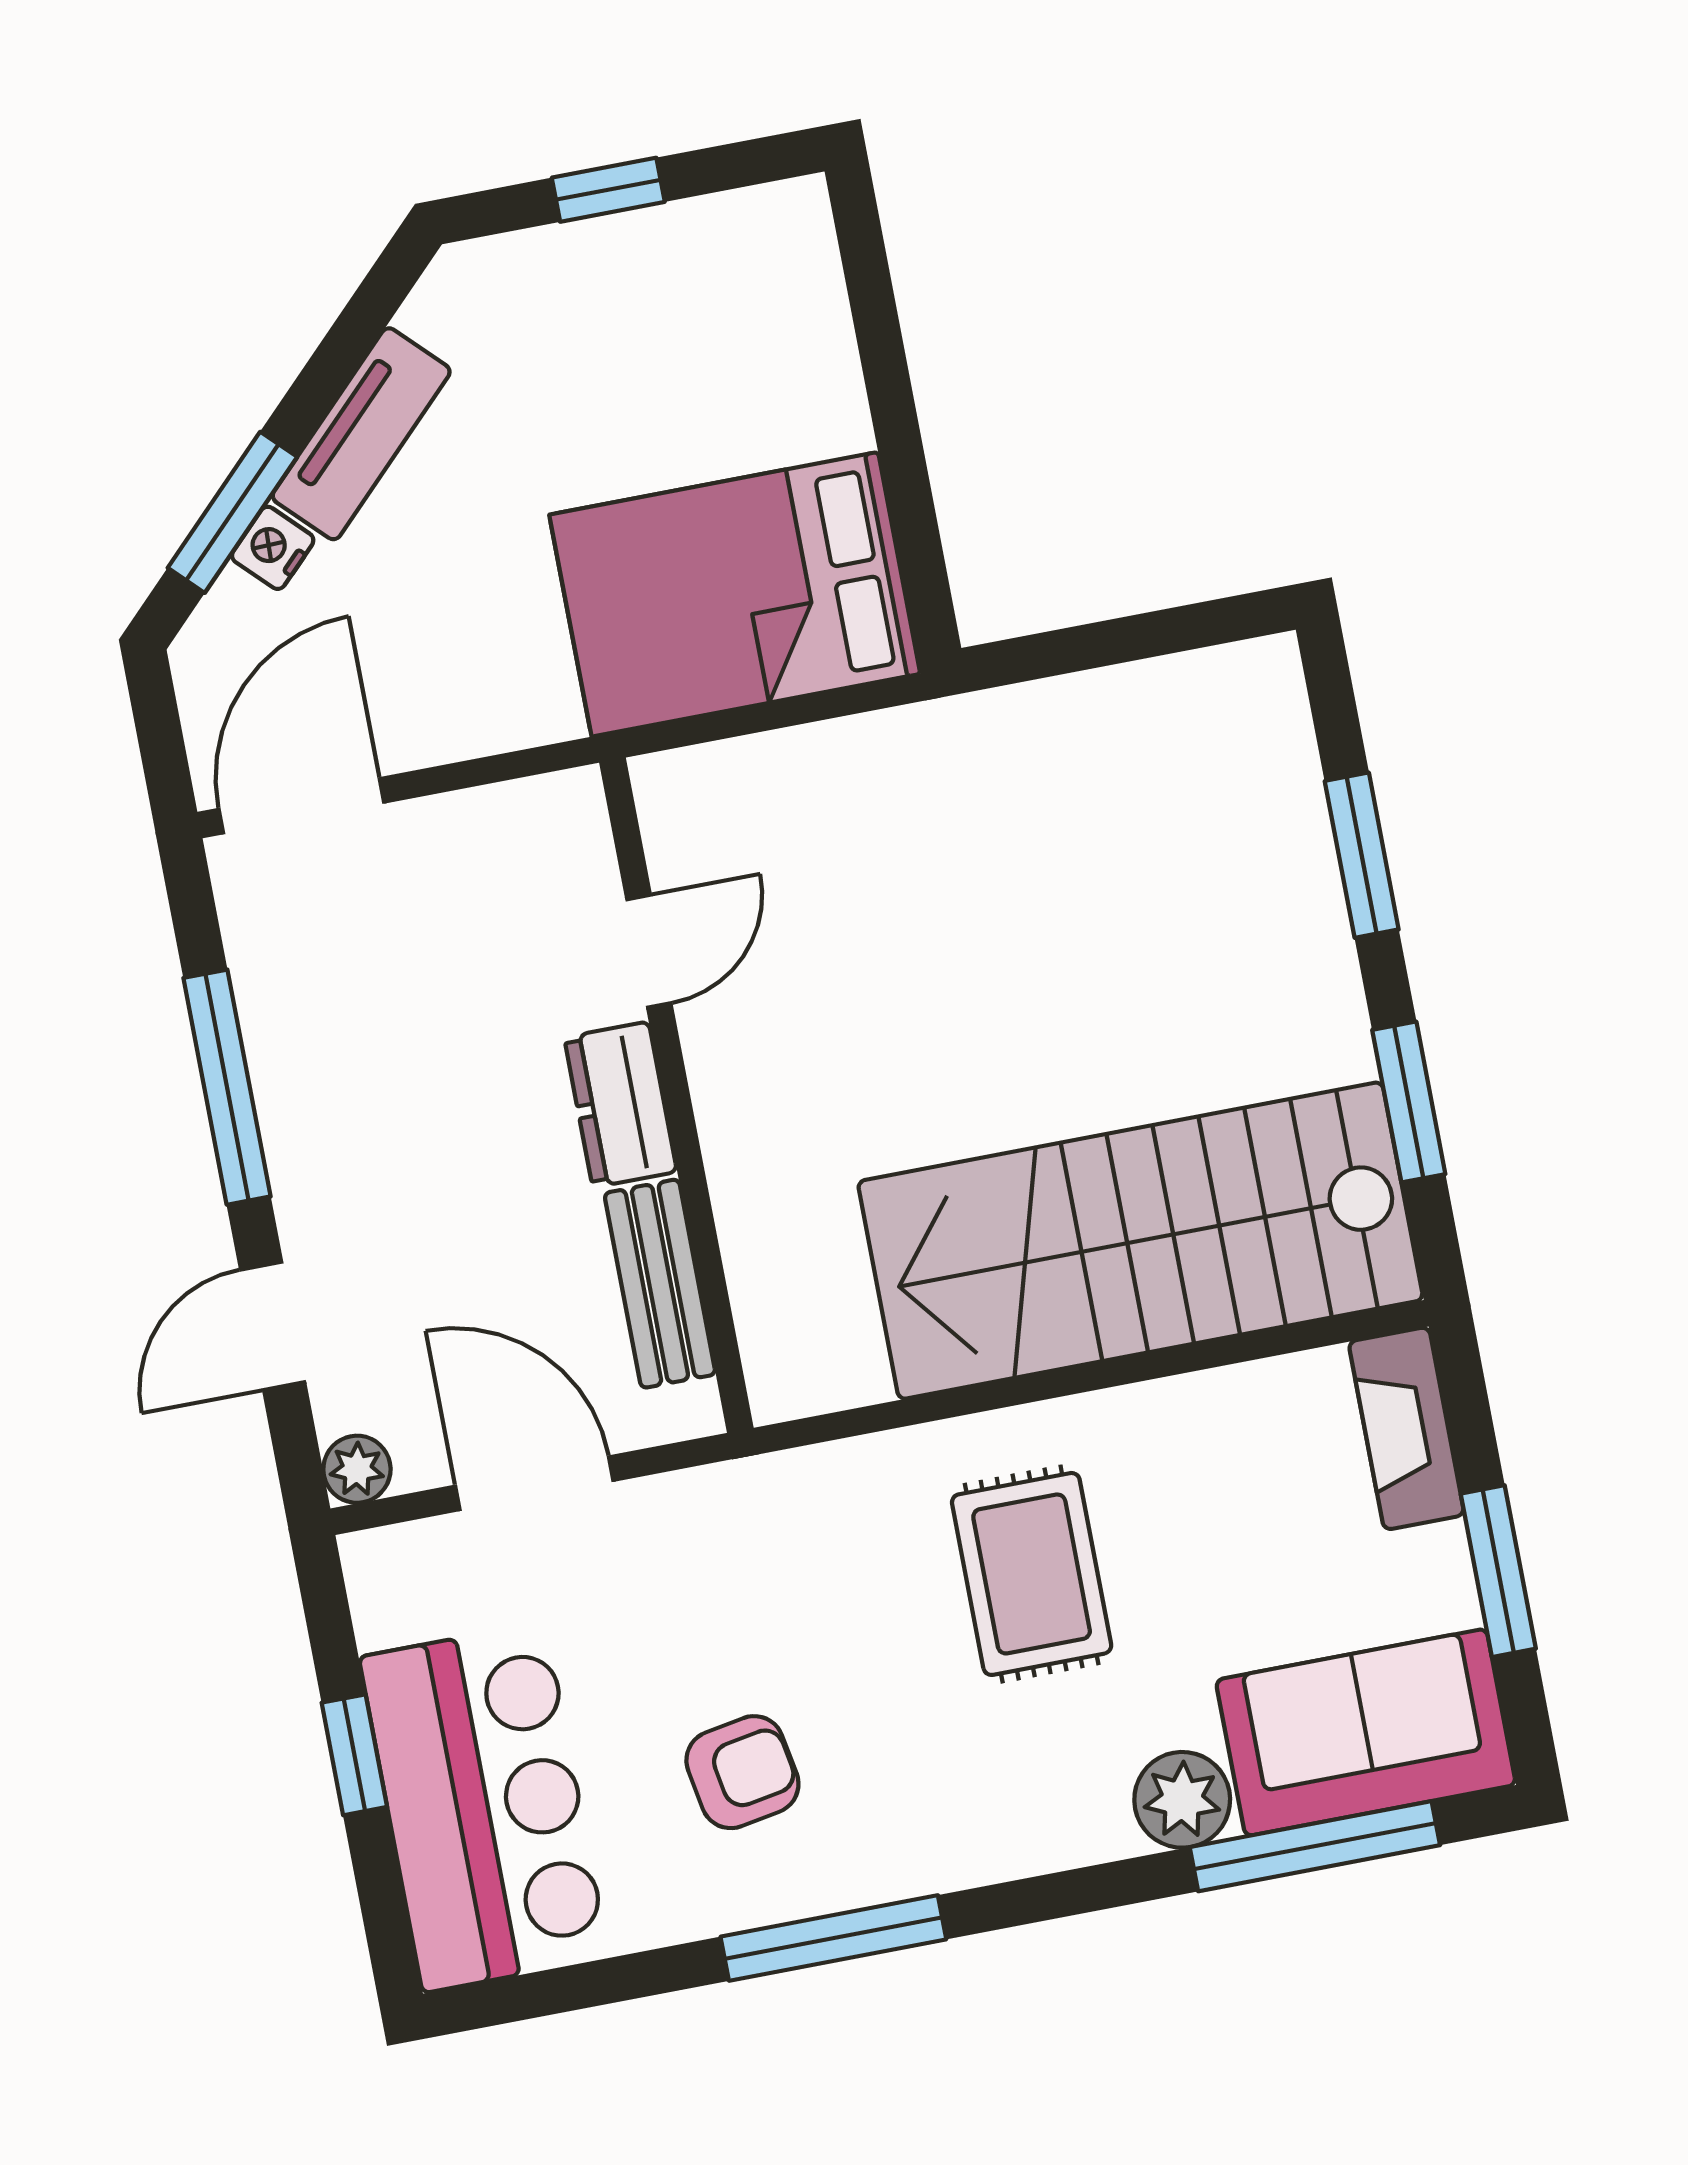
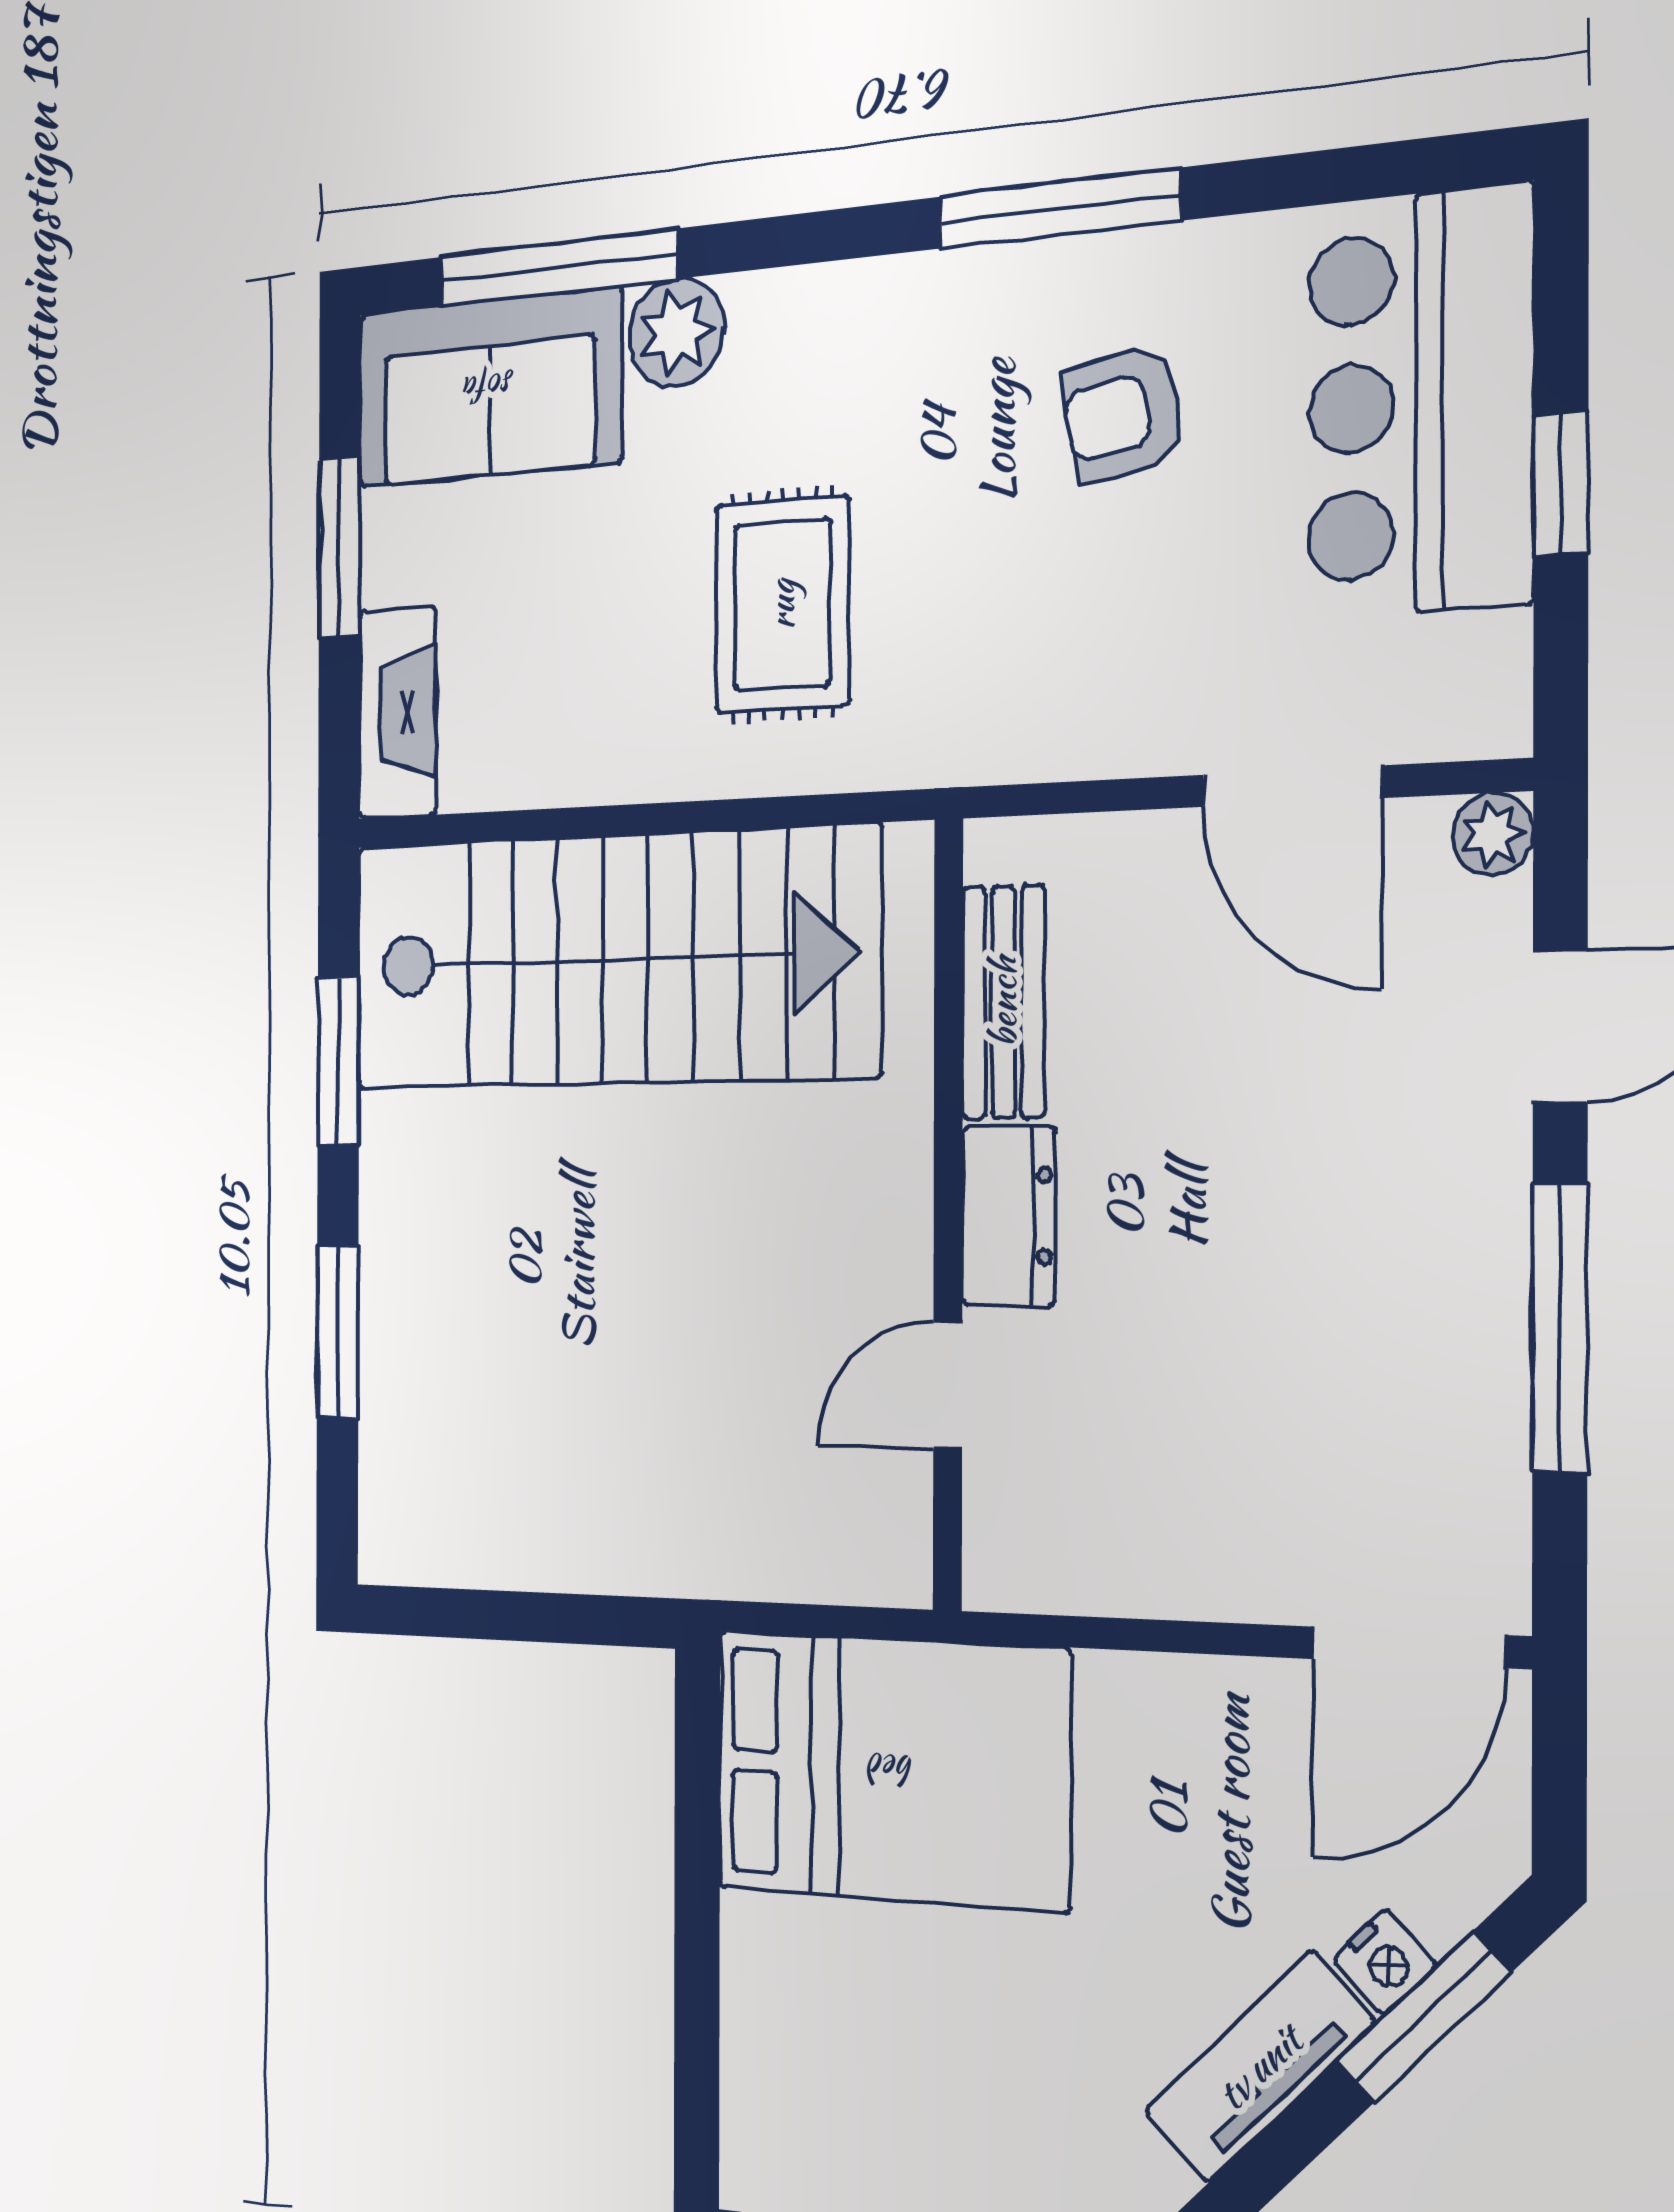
door: (649, 951) -> (948, 1385), moved
wall: (676, 1095) -> (948, 1215), moved
dresser: (621, 1105) -> (1008, 1216), moved
bench: (660, 1284) -> (1003, 1002), moved

